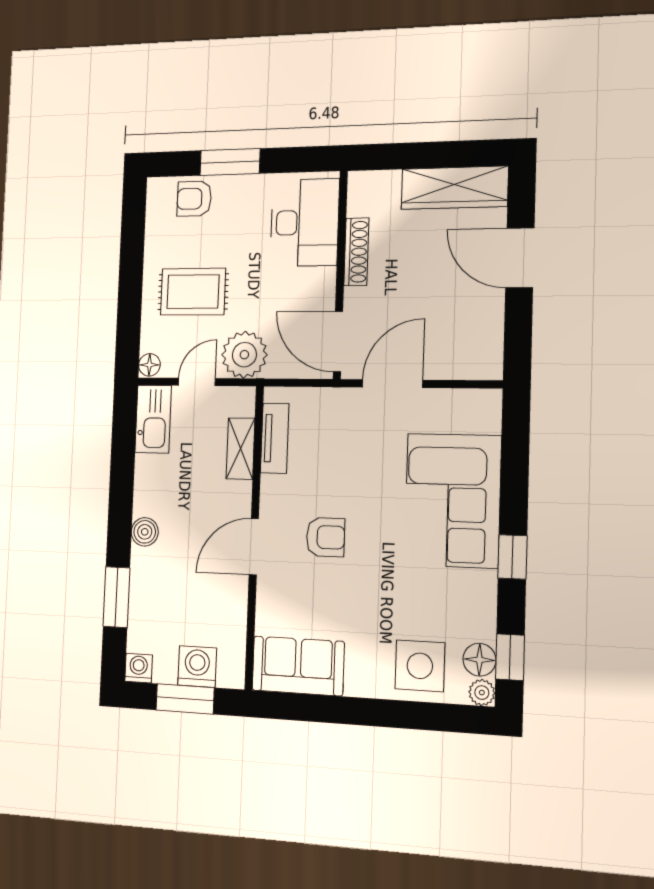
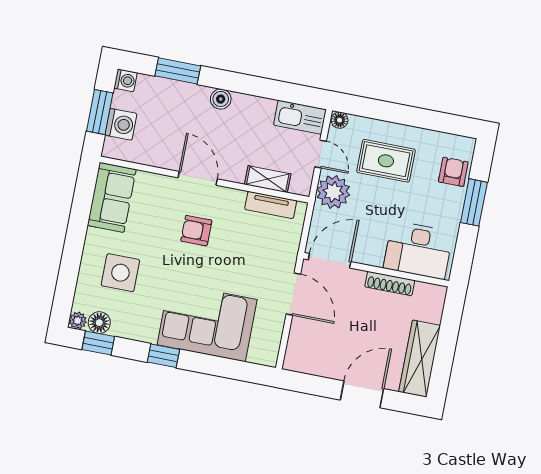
rug: (193, 292) -> (386, 161), turned 90
armchair: (326, 537) -> (196, 231), turned 90
side table: (420, 666) -> (120, 273), moved

